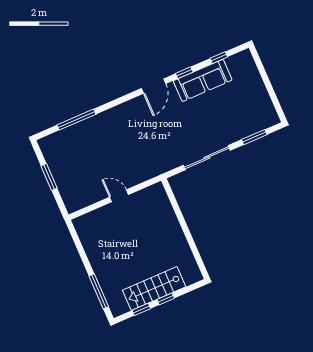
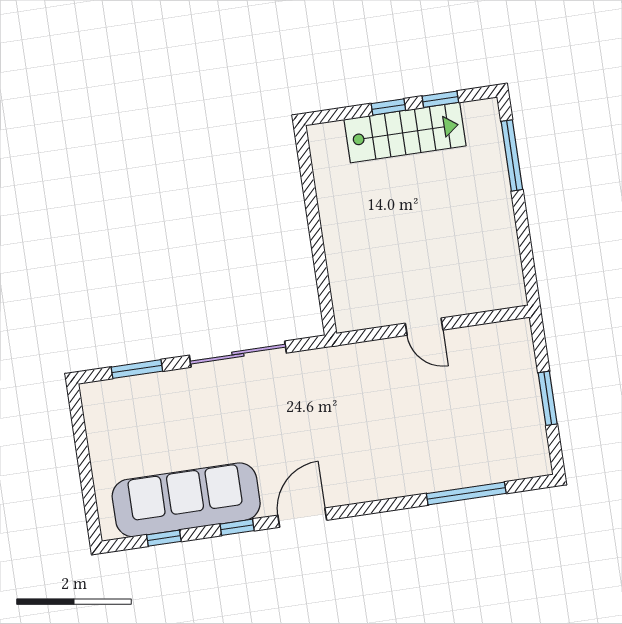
sofa: (203, 80) -> (186, 500), width x1.36, depth x1.27

